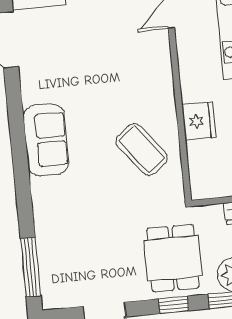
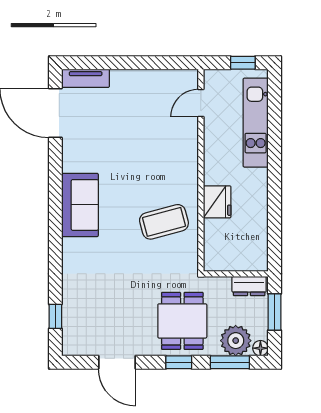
coffee table: (142, 150) -> (164, 222), turned -67
window: (31, 267) -> (55, 316), width x0.46

